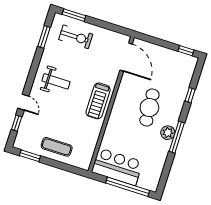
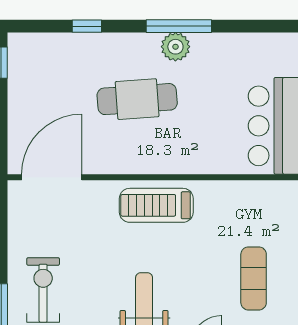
treadmill: (98, 101) -> (156, 205), turned 180
exercise mat: (57, 147) -> (254, 278), moved

